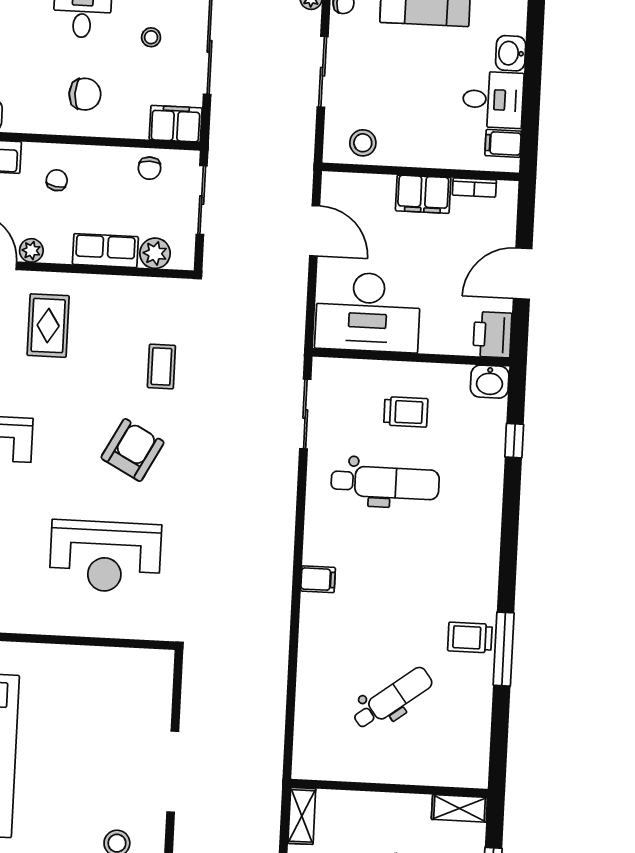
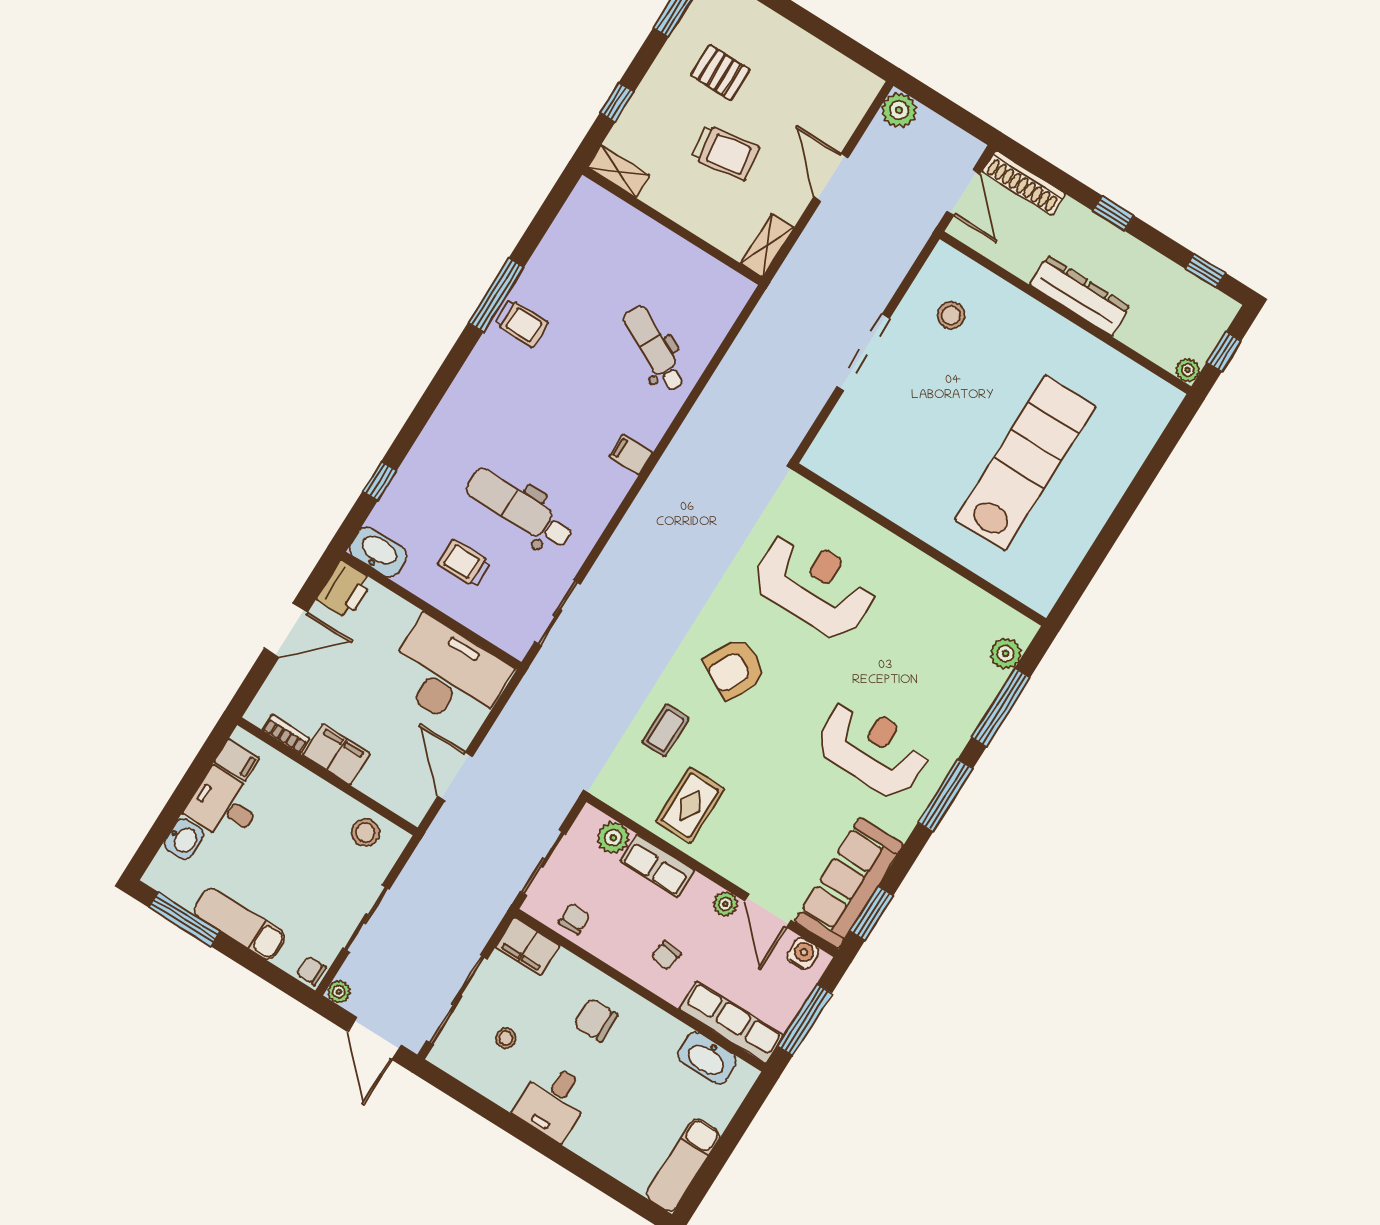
rug: (48, 326) -> (690, 805), moved
washbasin: (490, 382) -> (378, 552), width x1.38
dental chair: (393, 698) -> (654, 349), moved, turned 65

